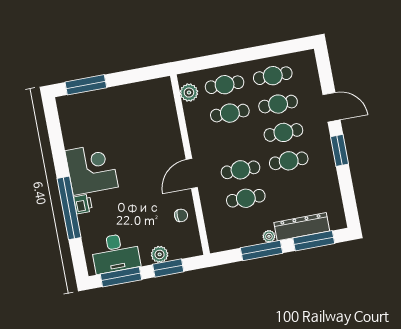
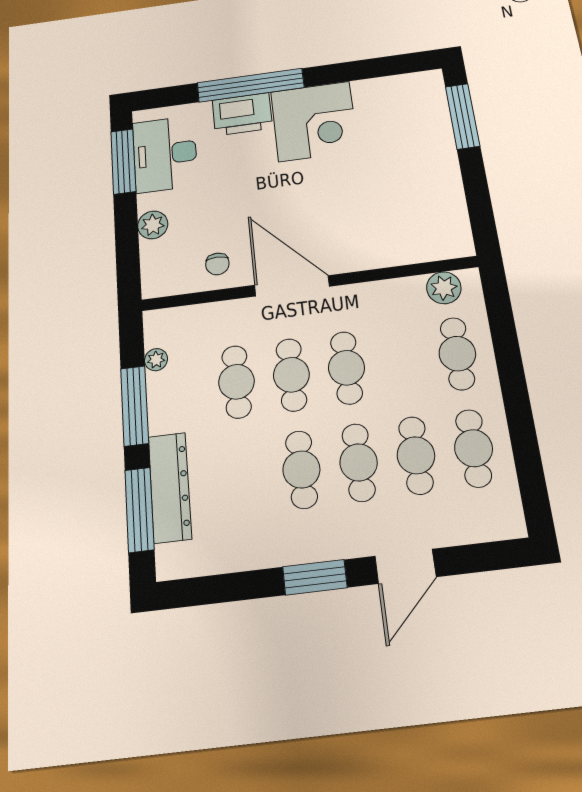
cafe table: (230, 113) -> (346, 368), moved
door: (192, 174) -> (292, 286), width x1.36
printer: (83, 204) -> (242, 114), width x1.87, depth x1.48
plant: (269, 236) -> (156, 360), moved
window: (168, 268) -> (127, 238), removed

